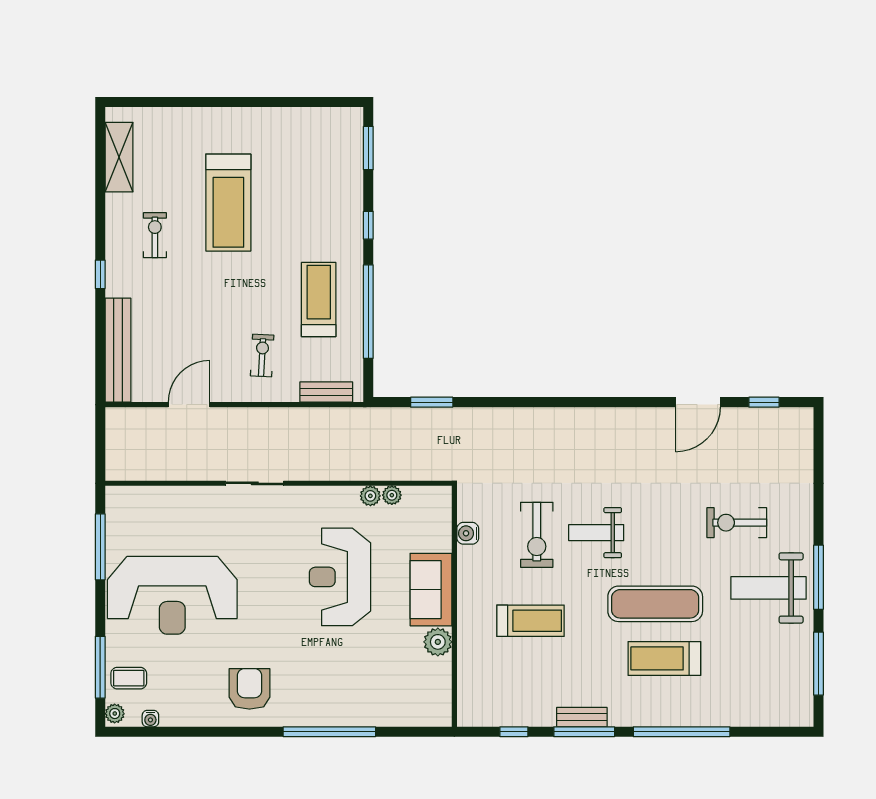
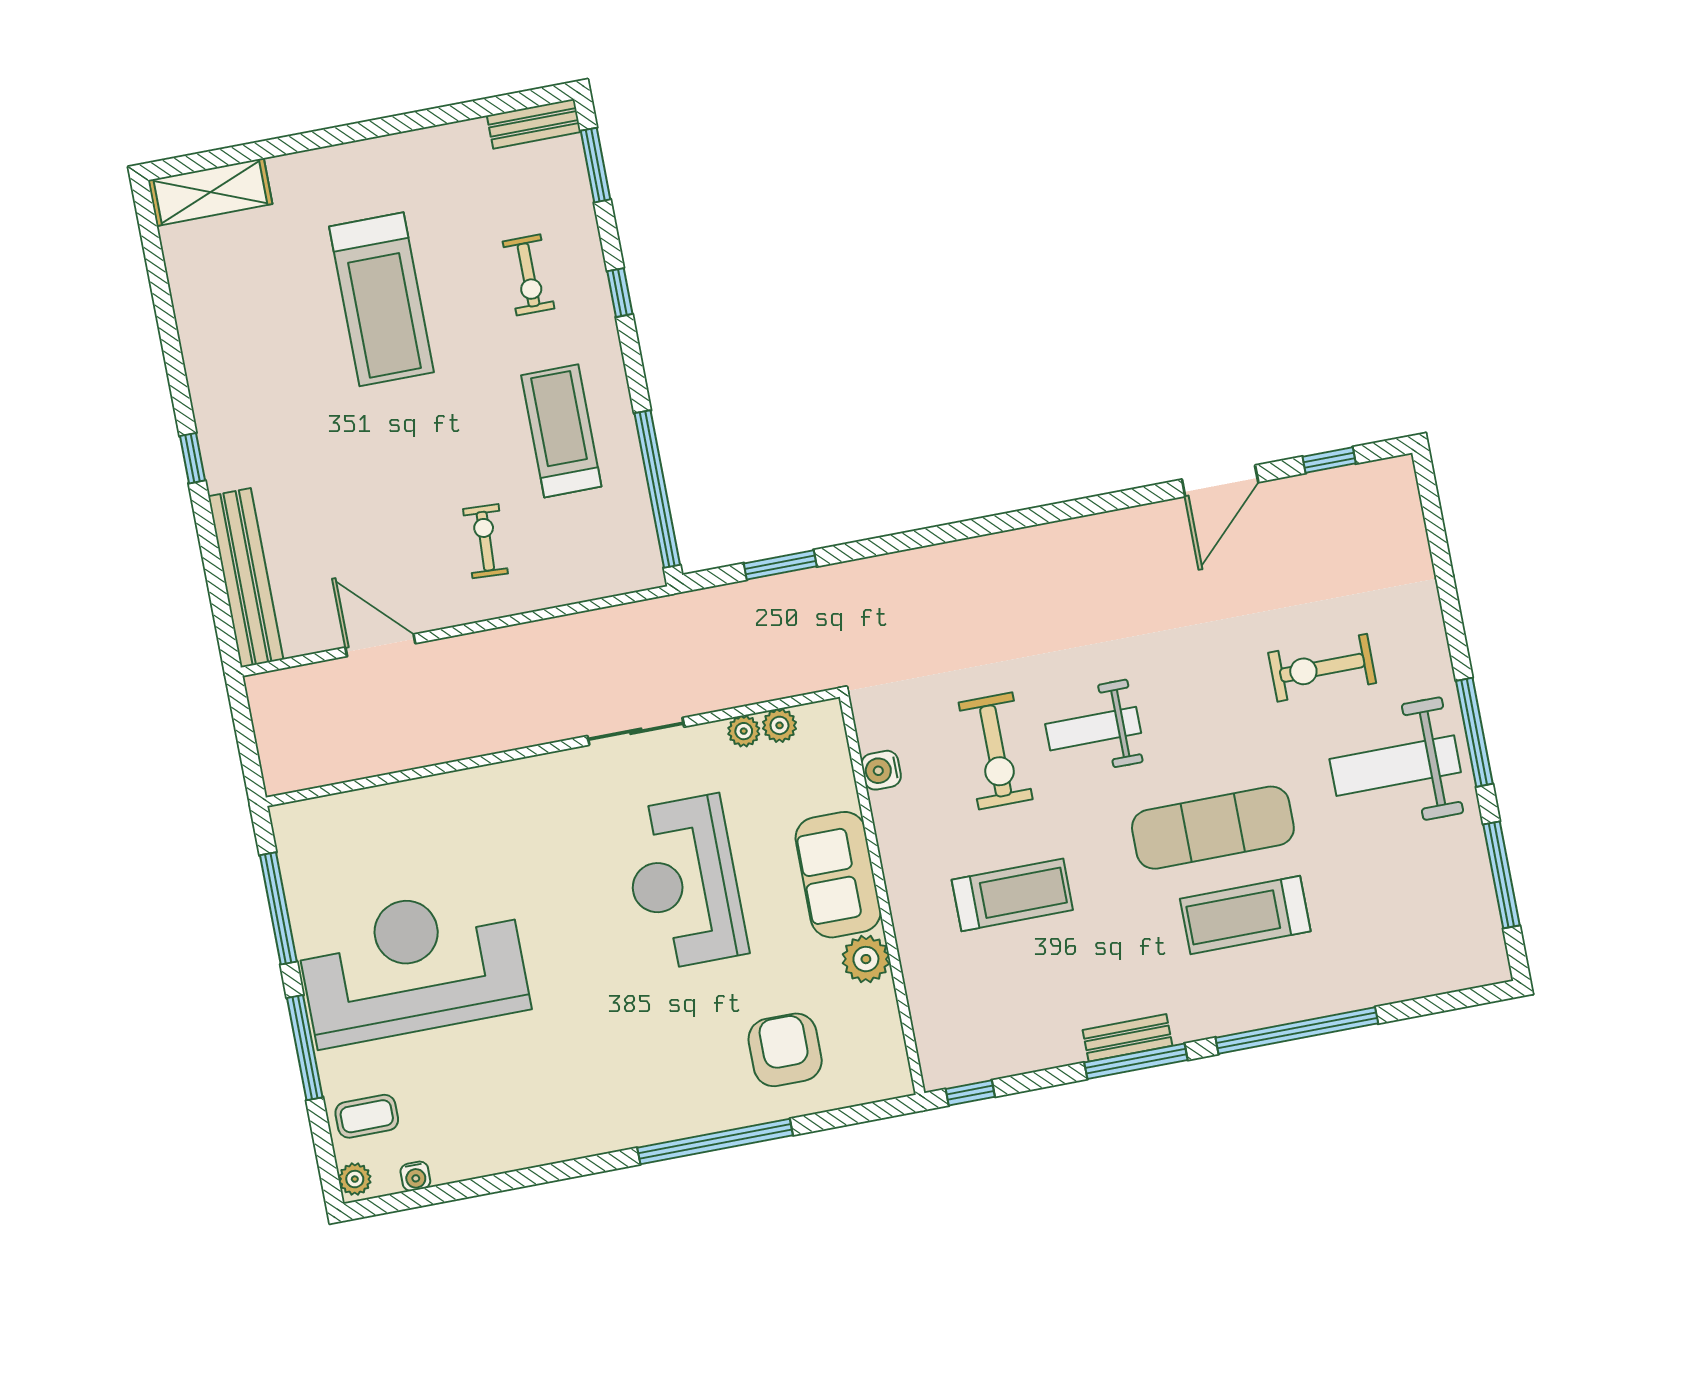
shelving: (119, 157) -> (210, 192), moved, turned 90
exercise bike: (155, 235) -> (529, 275), moved, turned 180
window: (368, 312) -> (657, 489), moved
bench: (326, 392) -> (534, 124), moved
door: (189, 405) -> (380, 645), hinge flipped
sliding door: (255, 483) -> (636, 731), moved
plant: (370, 496) -> (779, 725), moved
reception desk: (172, 595) -> (413, 966), turned 180
window: (100, 667) -> (305, 1048), moved
armchair: (249, 689) -> (785, 1050), moved
window: (514, 732) -> (970, 1093), moved

